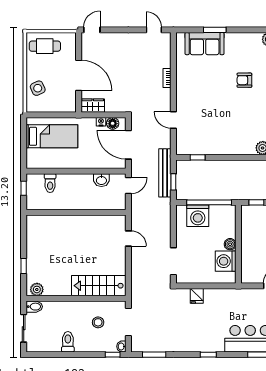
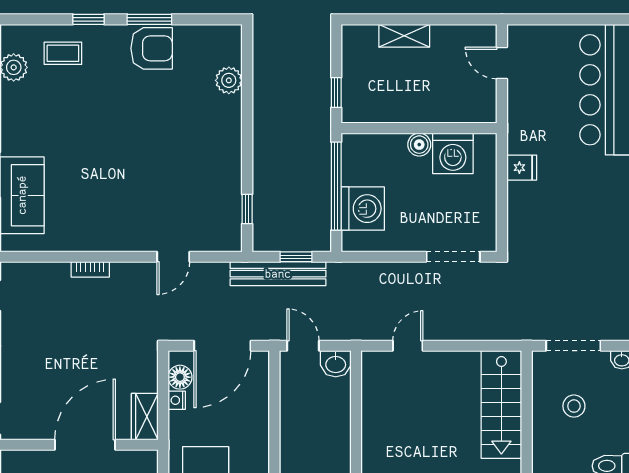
armchair: (244, 80) -> (95, 116), removed
washbasin: (101, 180) -> (336, 364), moved, turned 90
fridge: (197, 296) -> (522, 168), moved

